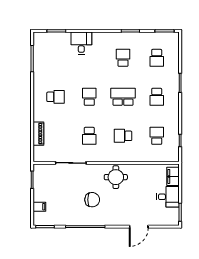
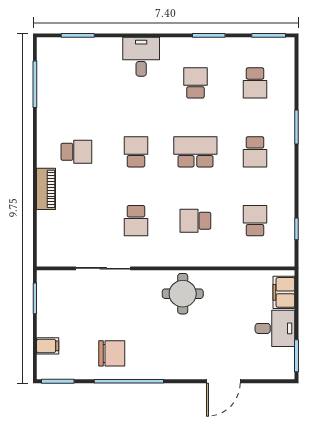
desk: (81, 43) -> (141, 57), moved
piano: (38, 134) -> (46, 189), moved
chair: (92, 200) -> (112, 353), moved

